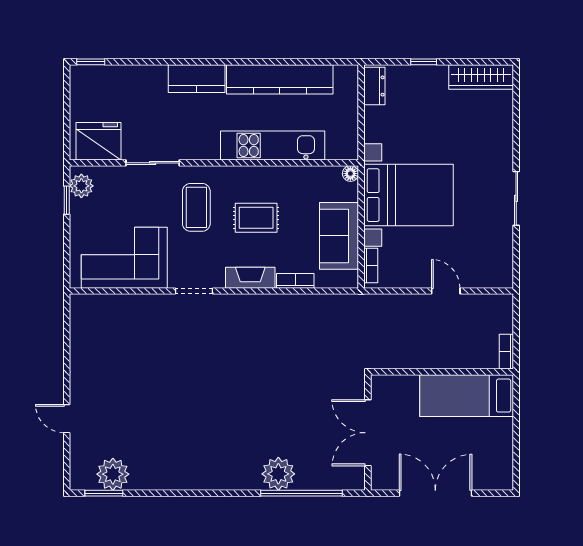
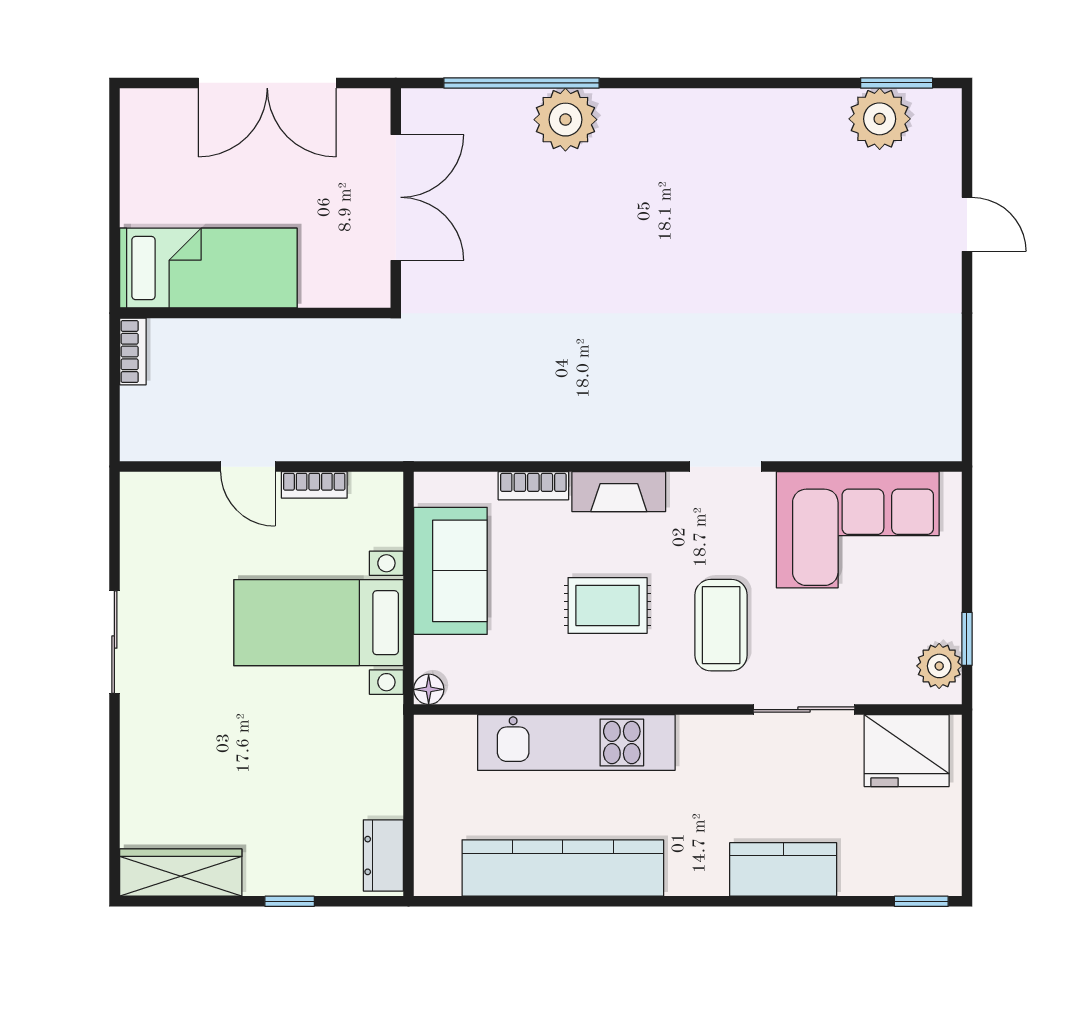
kitchen counter: (197, 79) -> (783, 869), moved
bed with nightstands: (408, 195) -> (319, 623), width x0.73
bookcase: (371, 266) -> (314, 485), moved, turned -90

